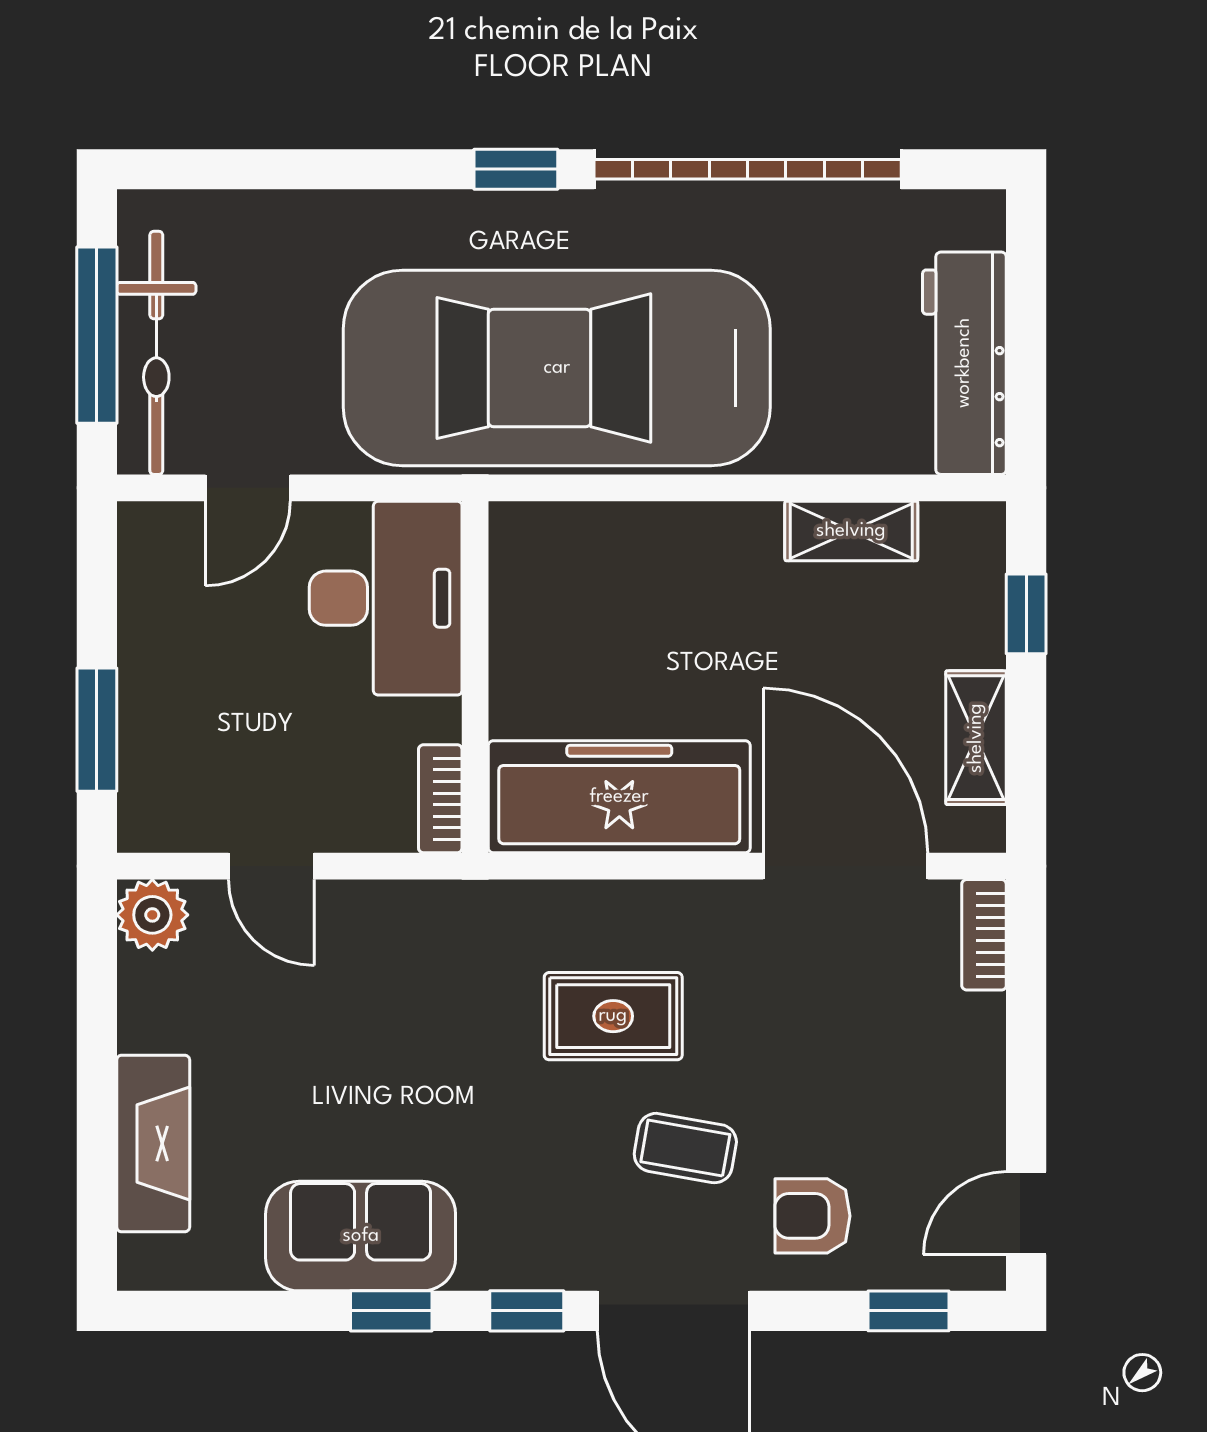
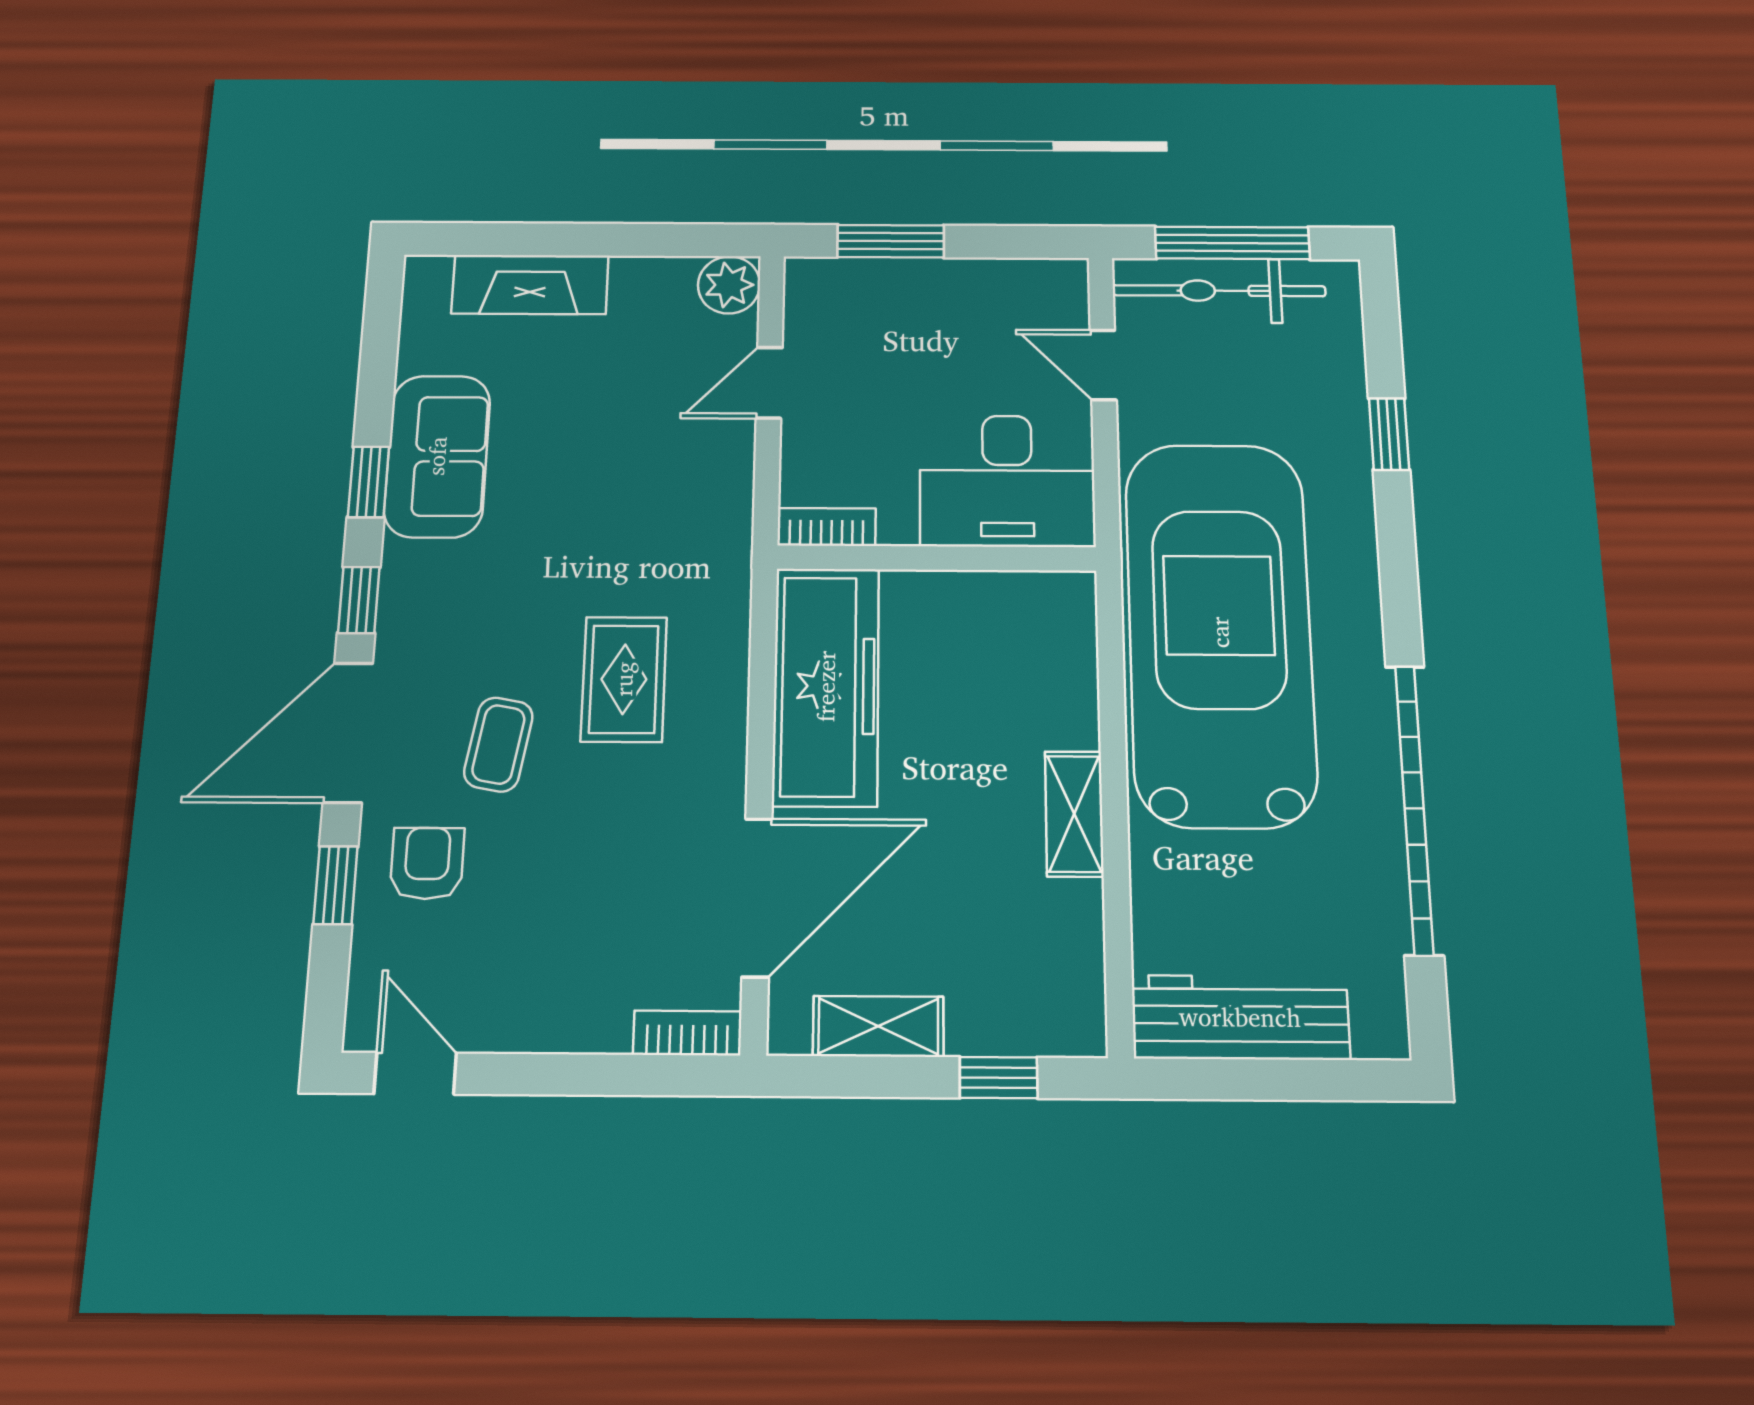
window: (516, 169) -> (1389, 434), moved
shelving: (851, 531) -> (1074, 814), moved
window: (909, 1311) -> (336, 885), moved

